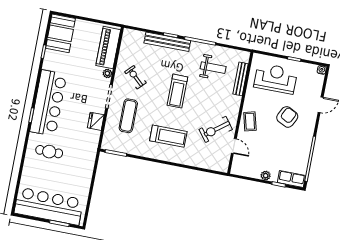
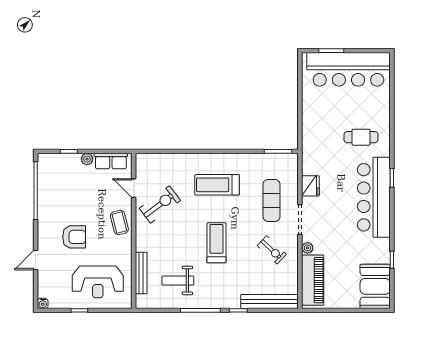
bench: (167, 42) -> (269, 302), moved
armchair: (287, 117) -> (74, 237), turned -117
row of seats: (291, 179) -> (111, 161), moved

